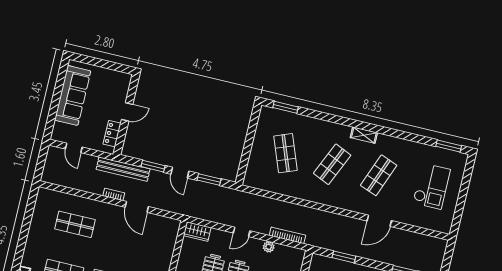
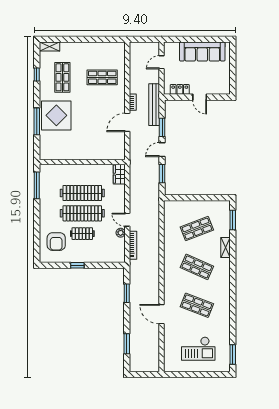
shelving: (364, 135) -> (226, 247), moved
shop shelf: (75, 224) -> (102, 77), turned 90
door: (242, 232) -> (127, 220), moved

